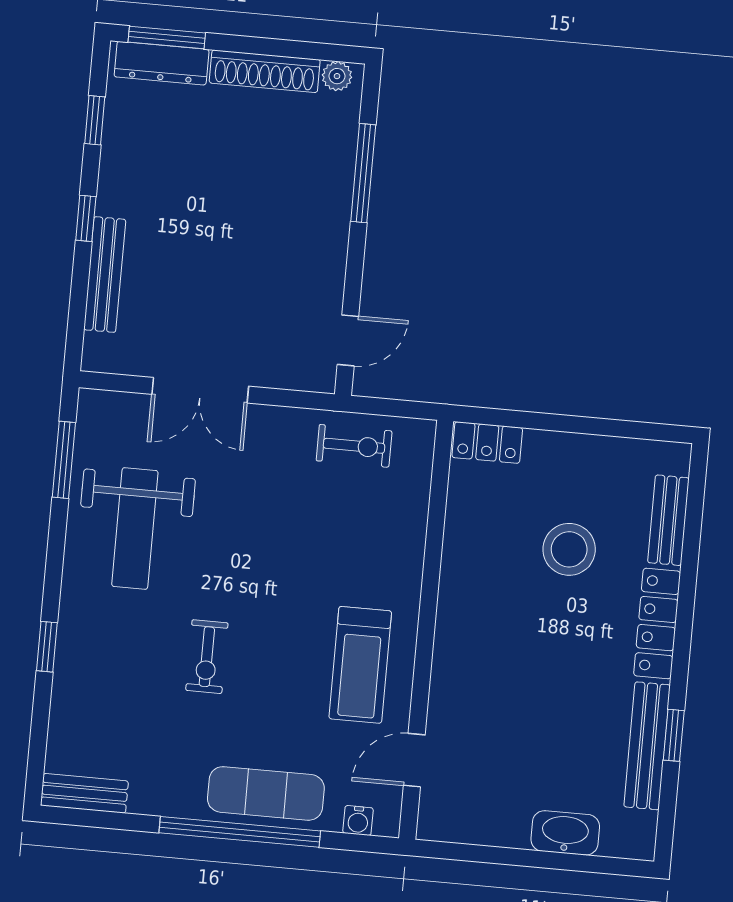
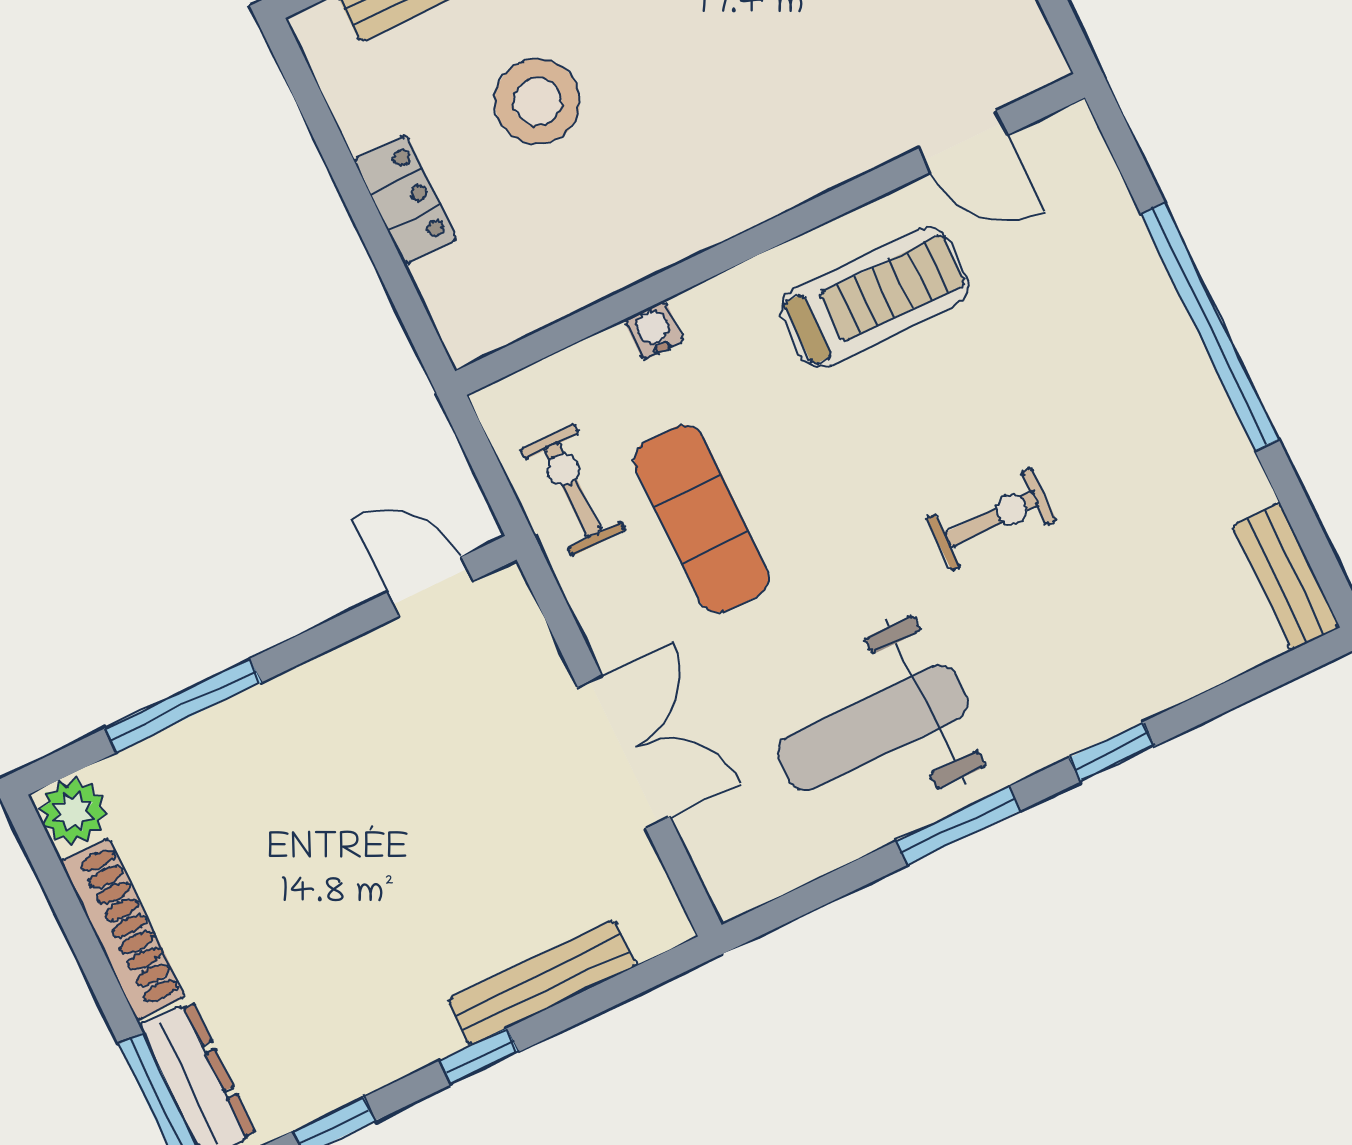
plant: (337, 76) -> (73, 811), width x1.38, depth x1.38
locker: (487, 443) -> (405, 200), moved
window: (64, 460) -> (958, 826), moved
weight bench: (135, 528) -> (872, 728), turned 180
exercise mat: (266, 793) -> (701, 519), moved
water cooler: (358, 820) -> (654, 330), moved, turned -90

